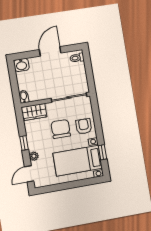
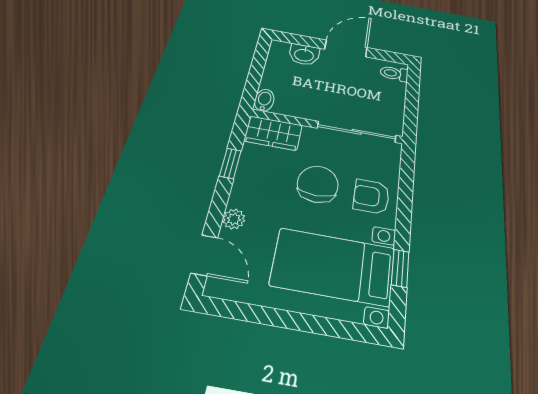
washbasin: (21, 65) -> (304, 55), moved
armchair: (84, 126) -> (371, 196), turned -90
window: (24, 143) -> (230, 163), moved
door: (29, 174) -> (204, 255), swing flipped

